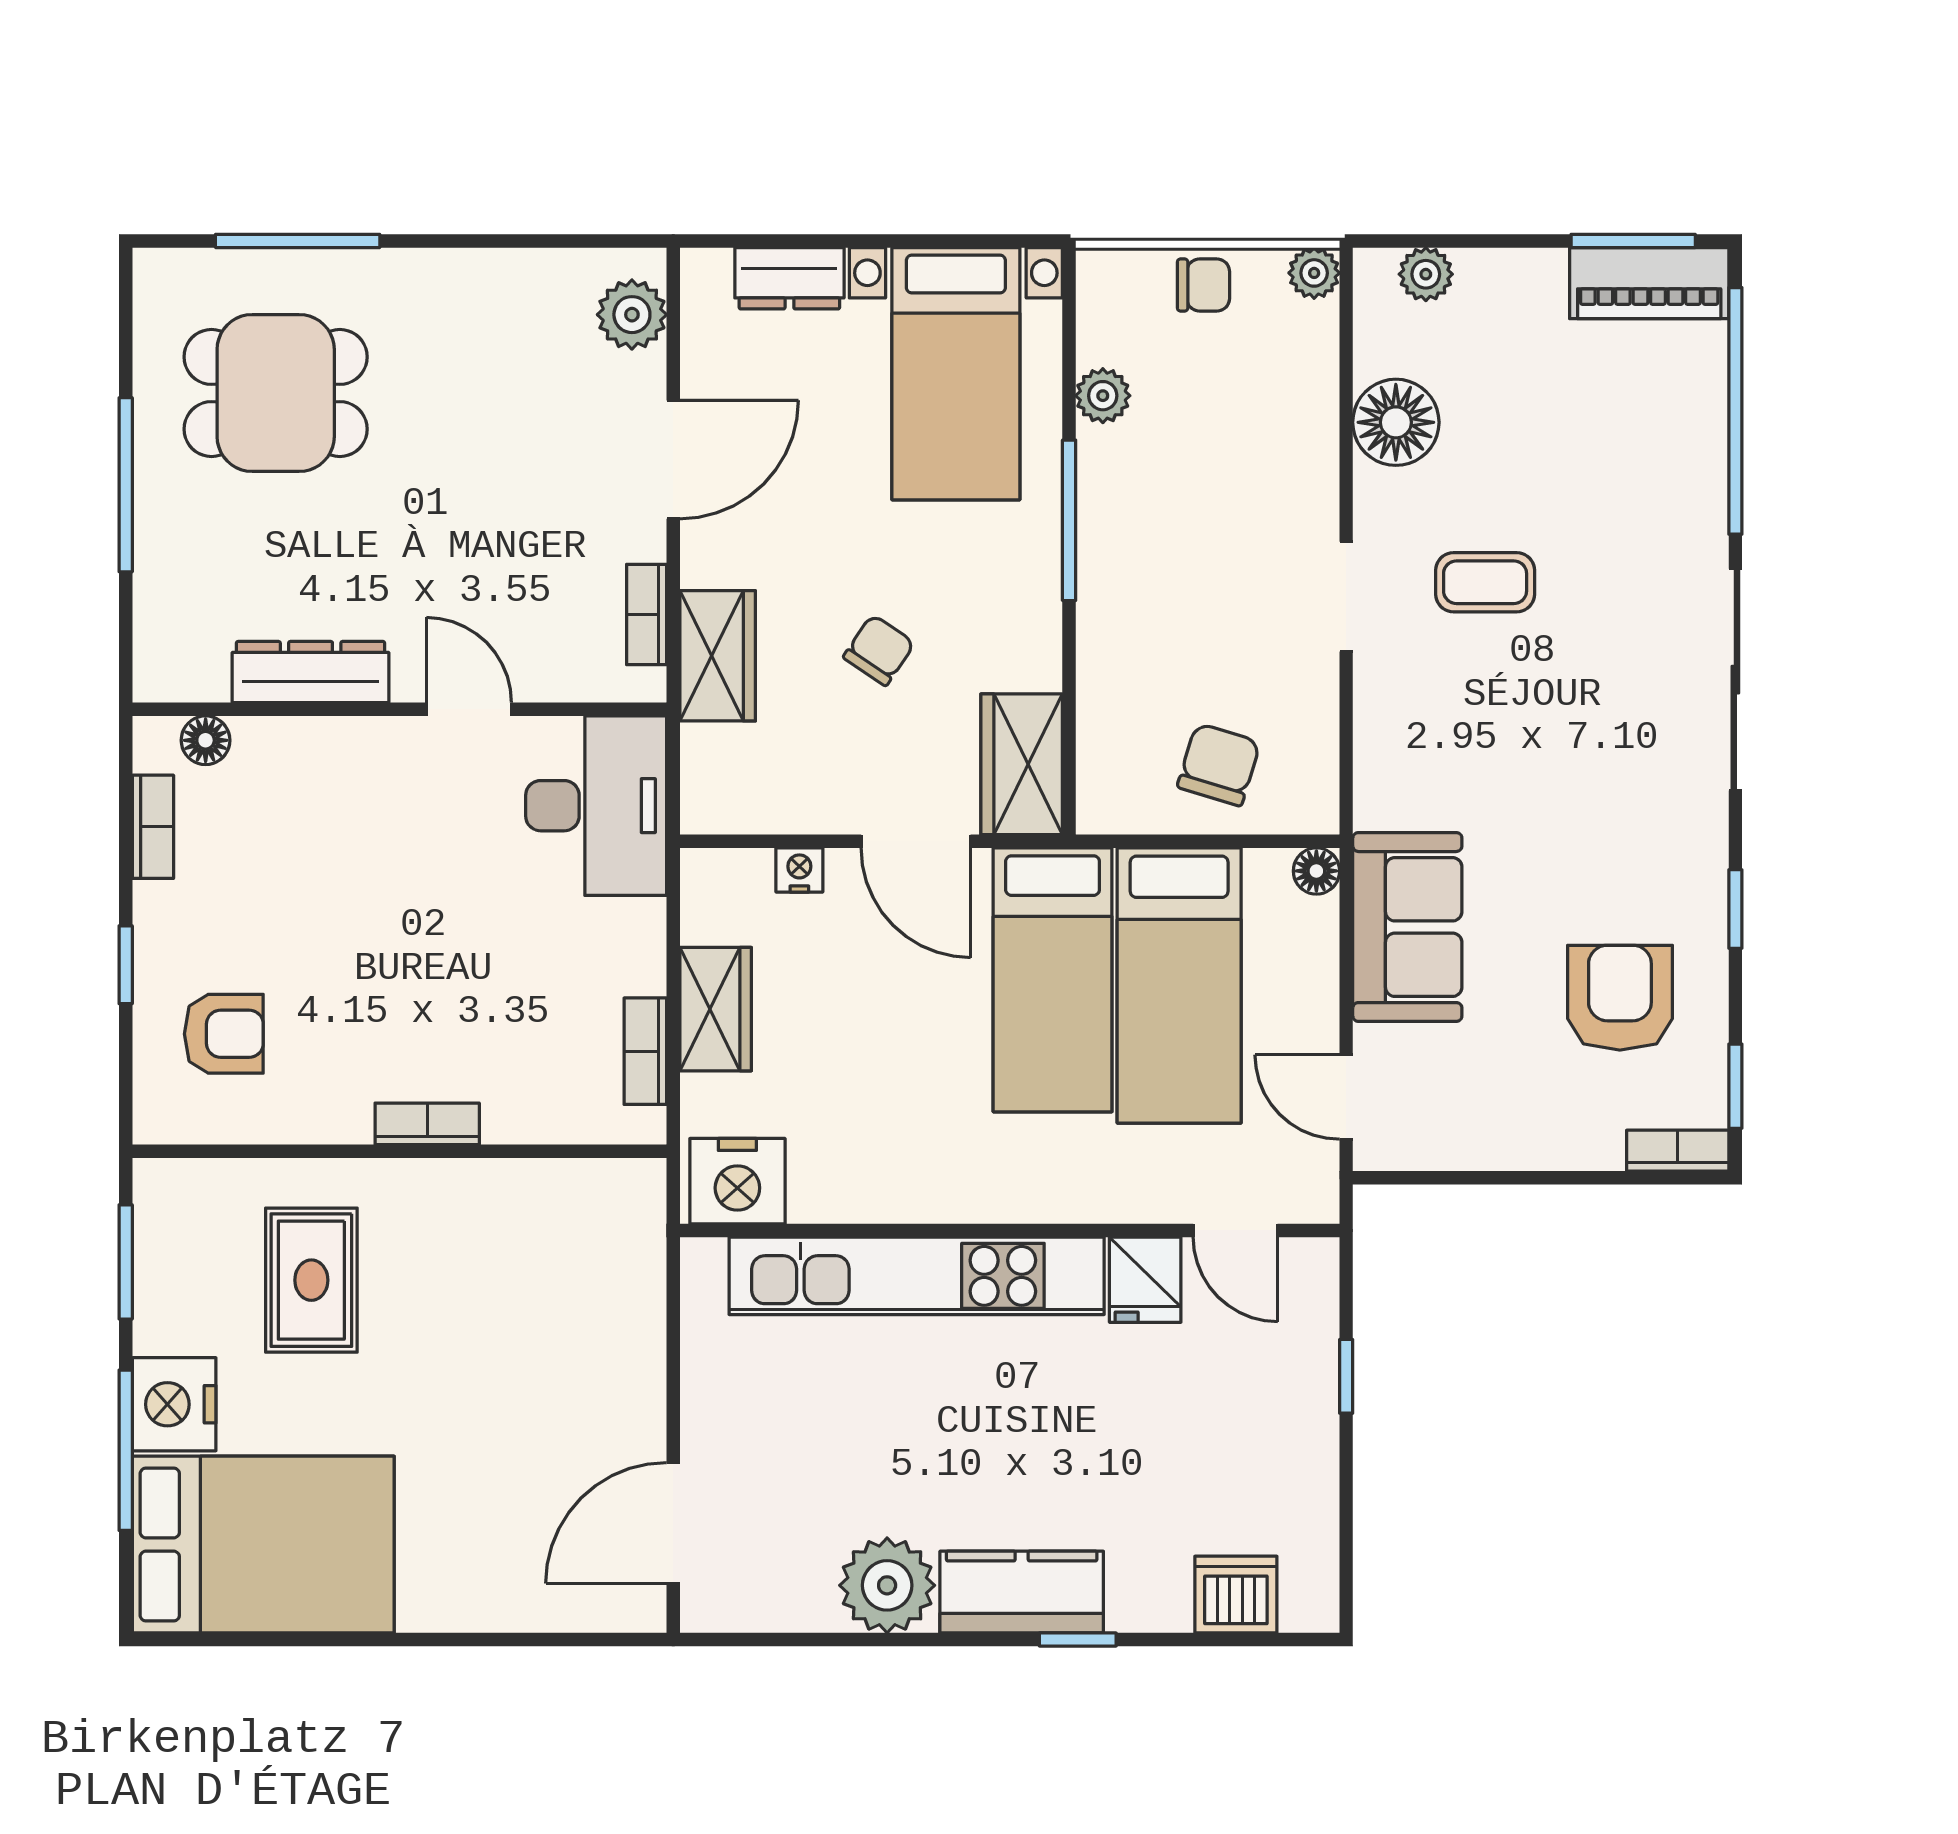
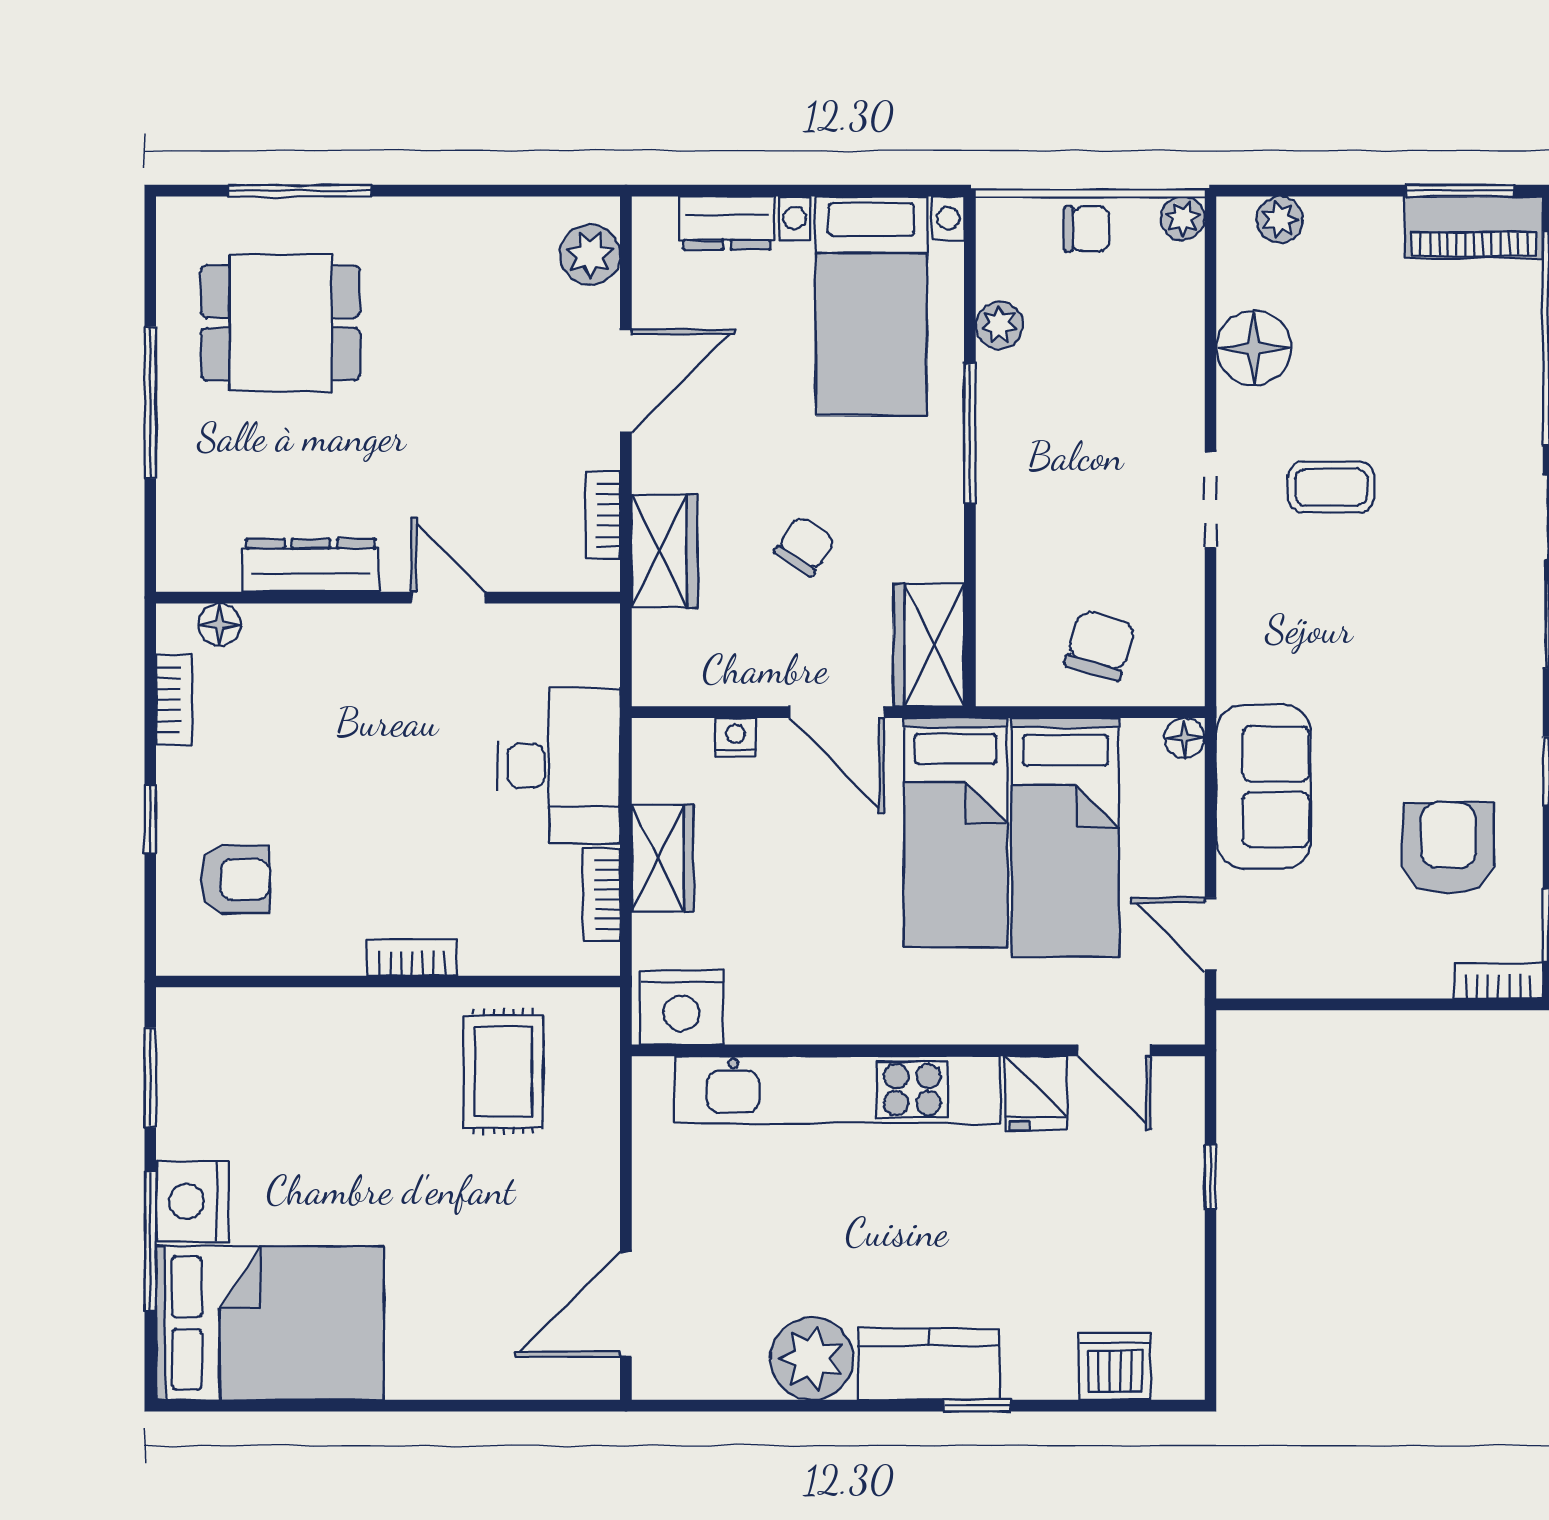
desk: (596, 806) -> (559, 766), moved
rug: (311, 1280) -> (503, 1071), moved

